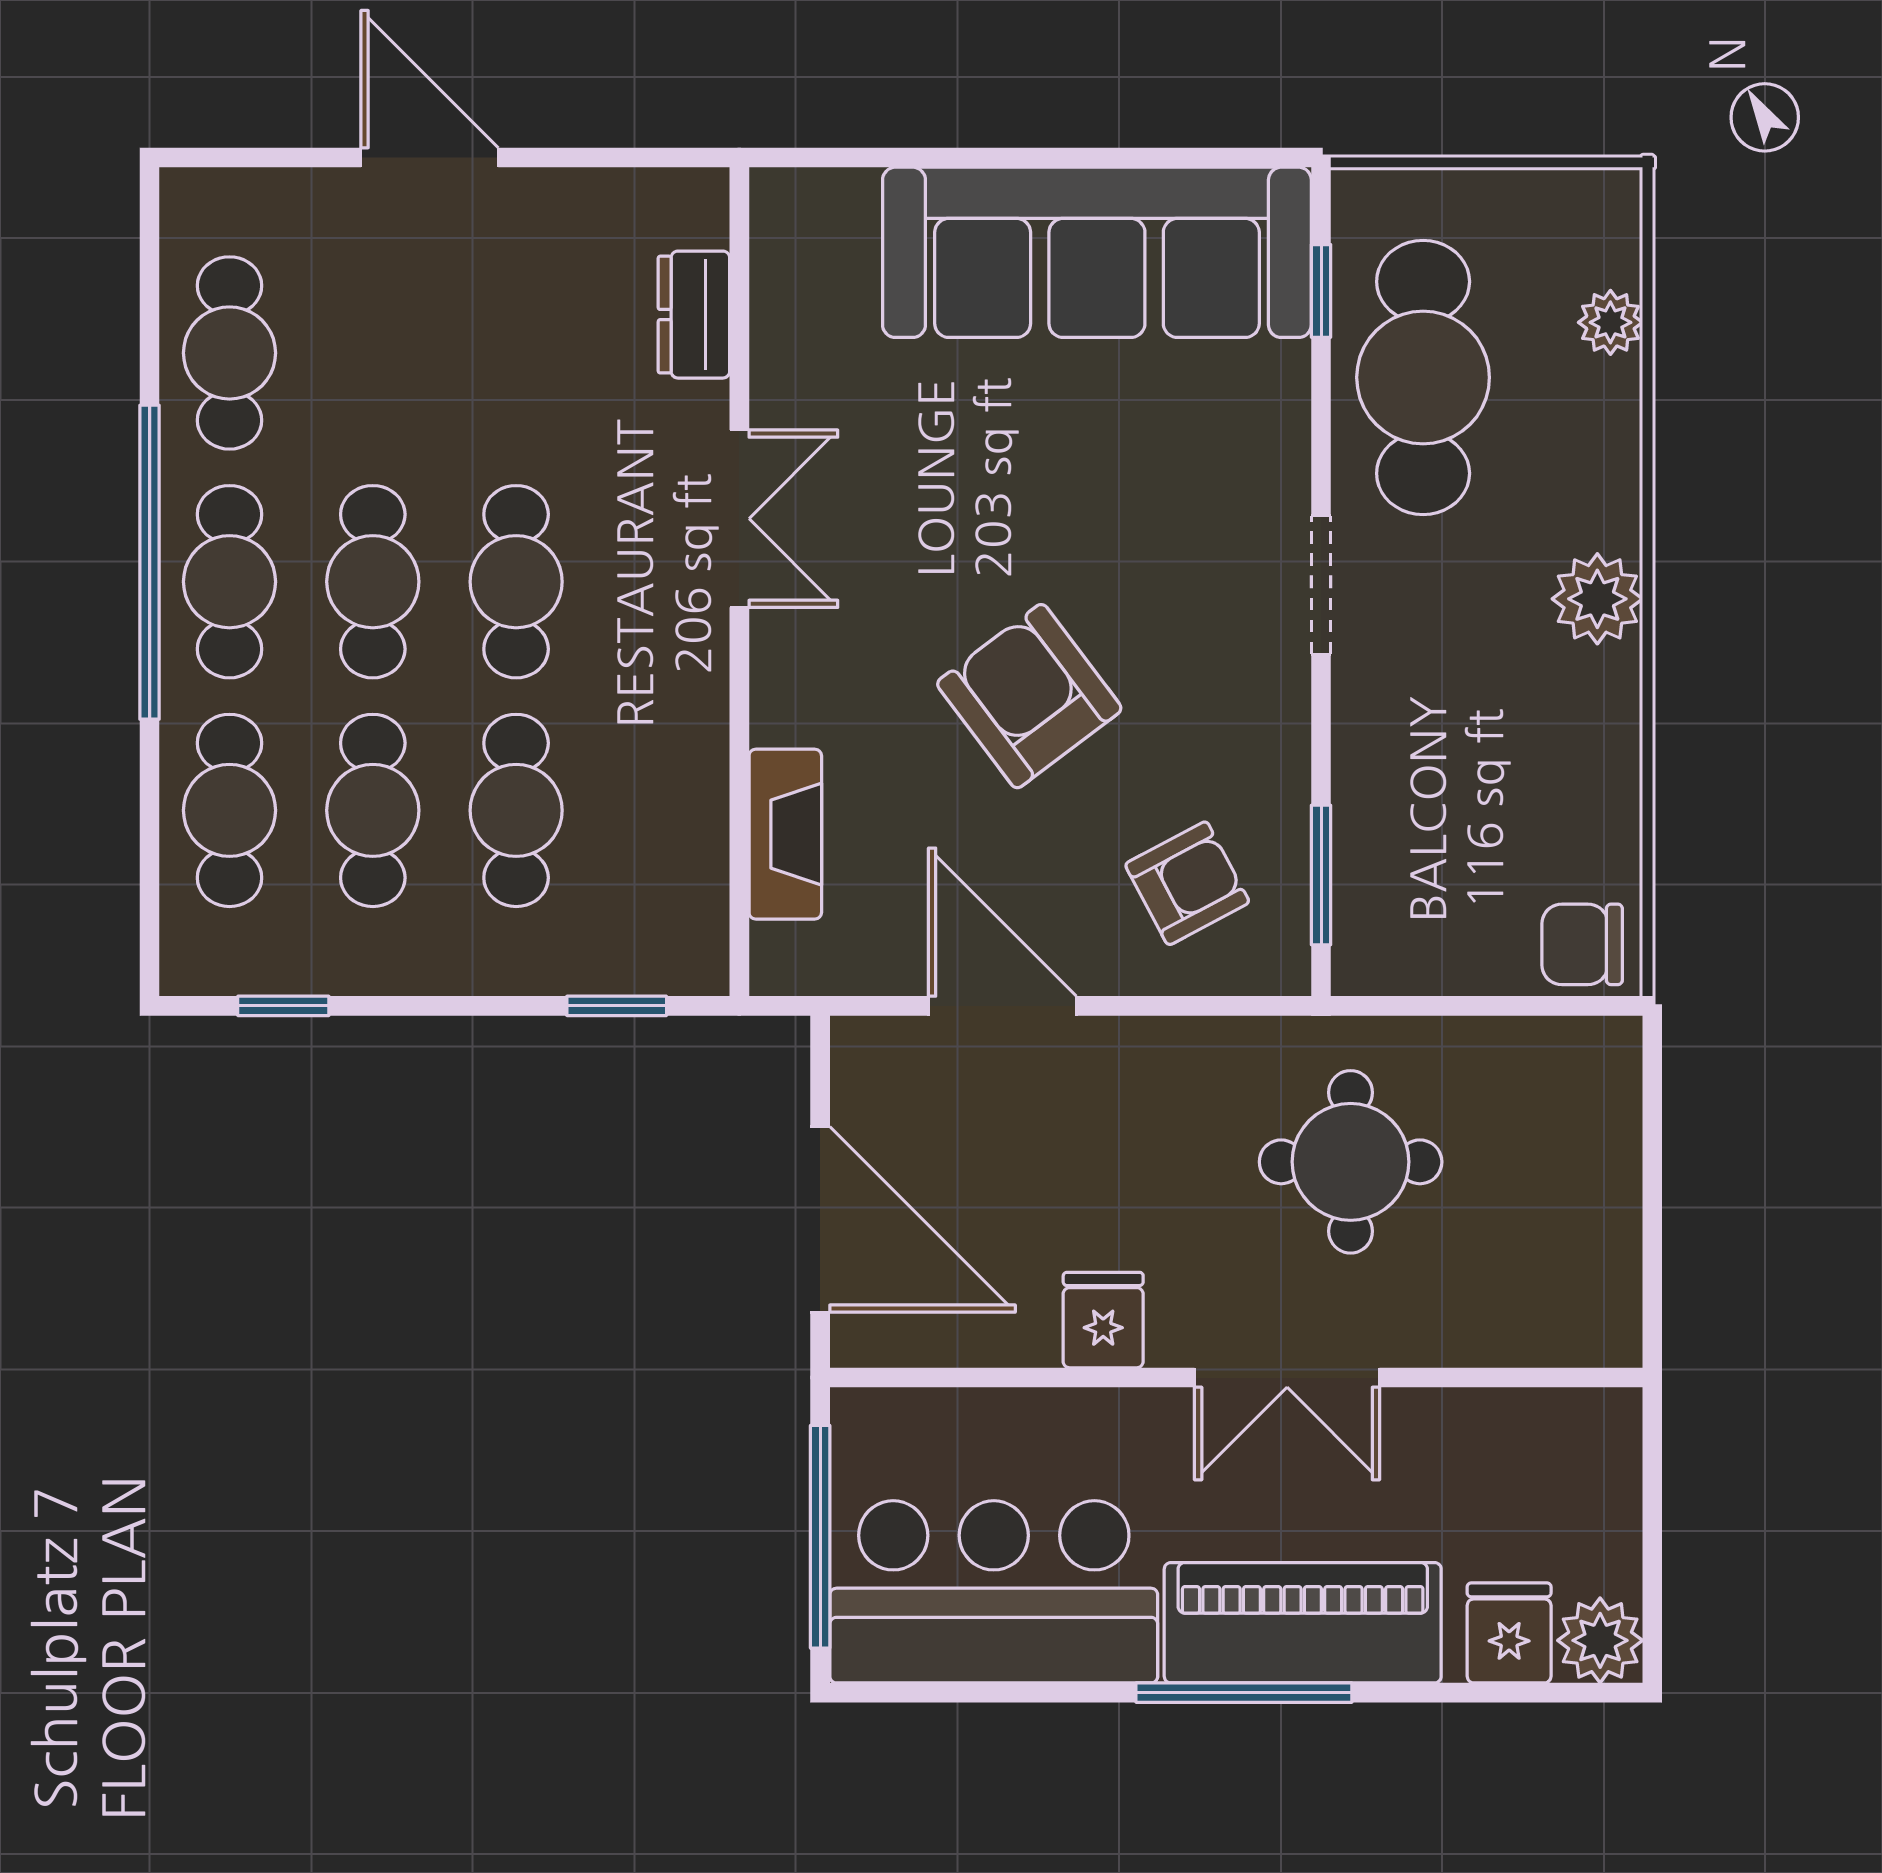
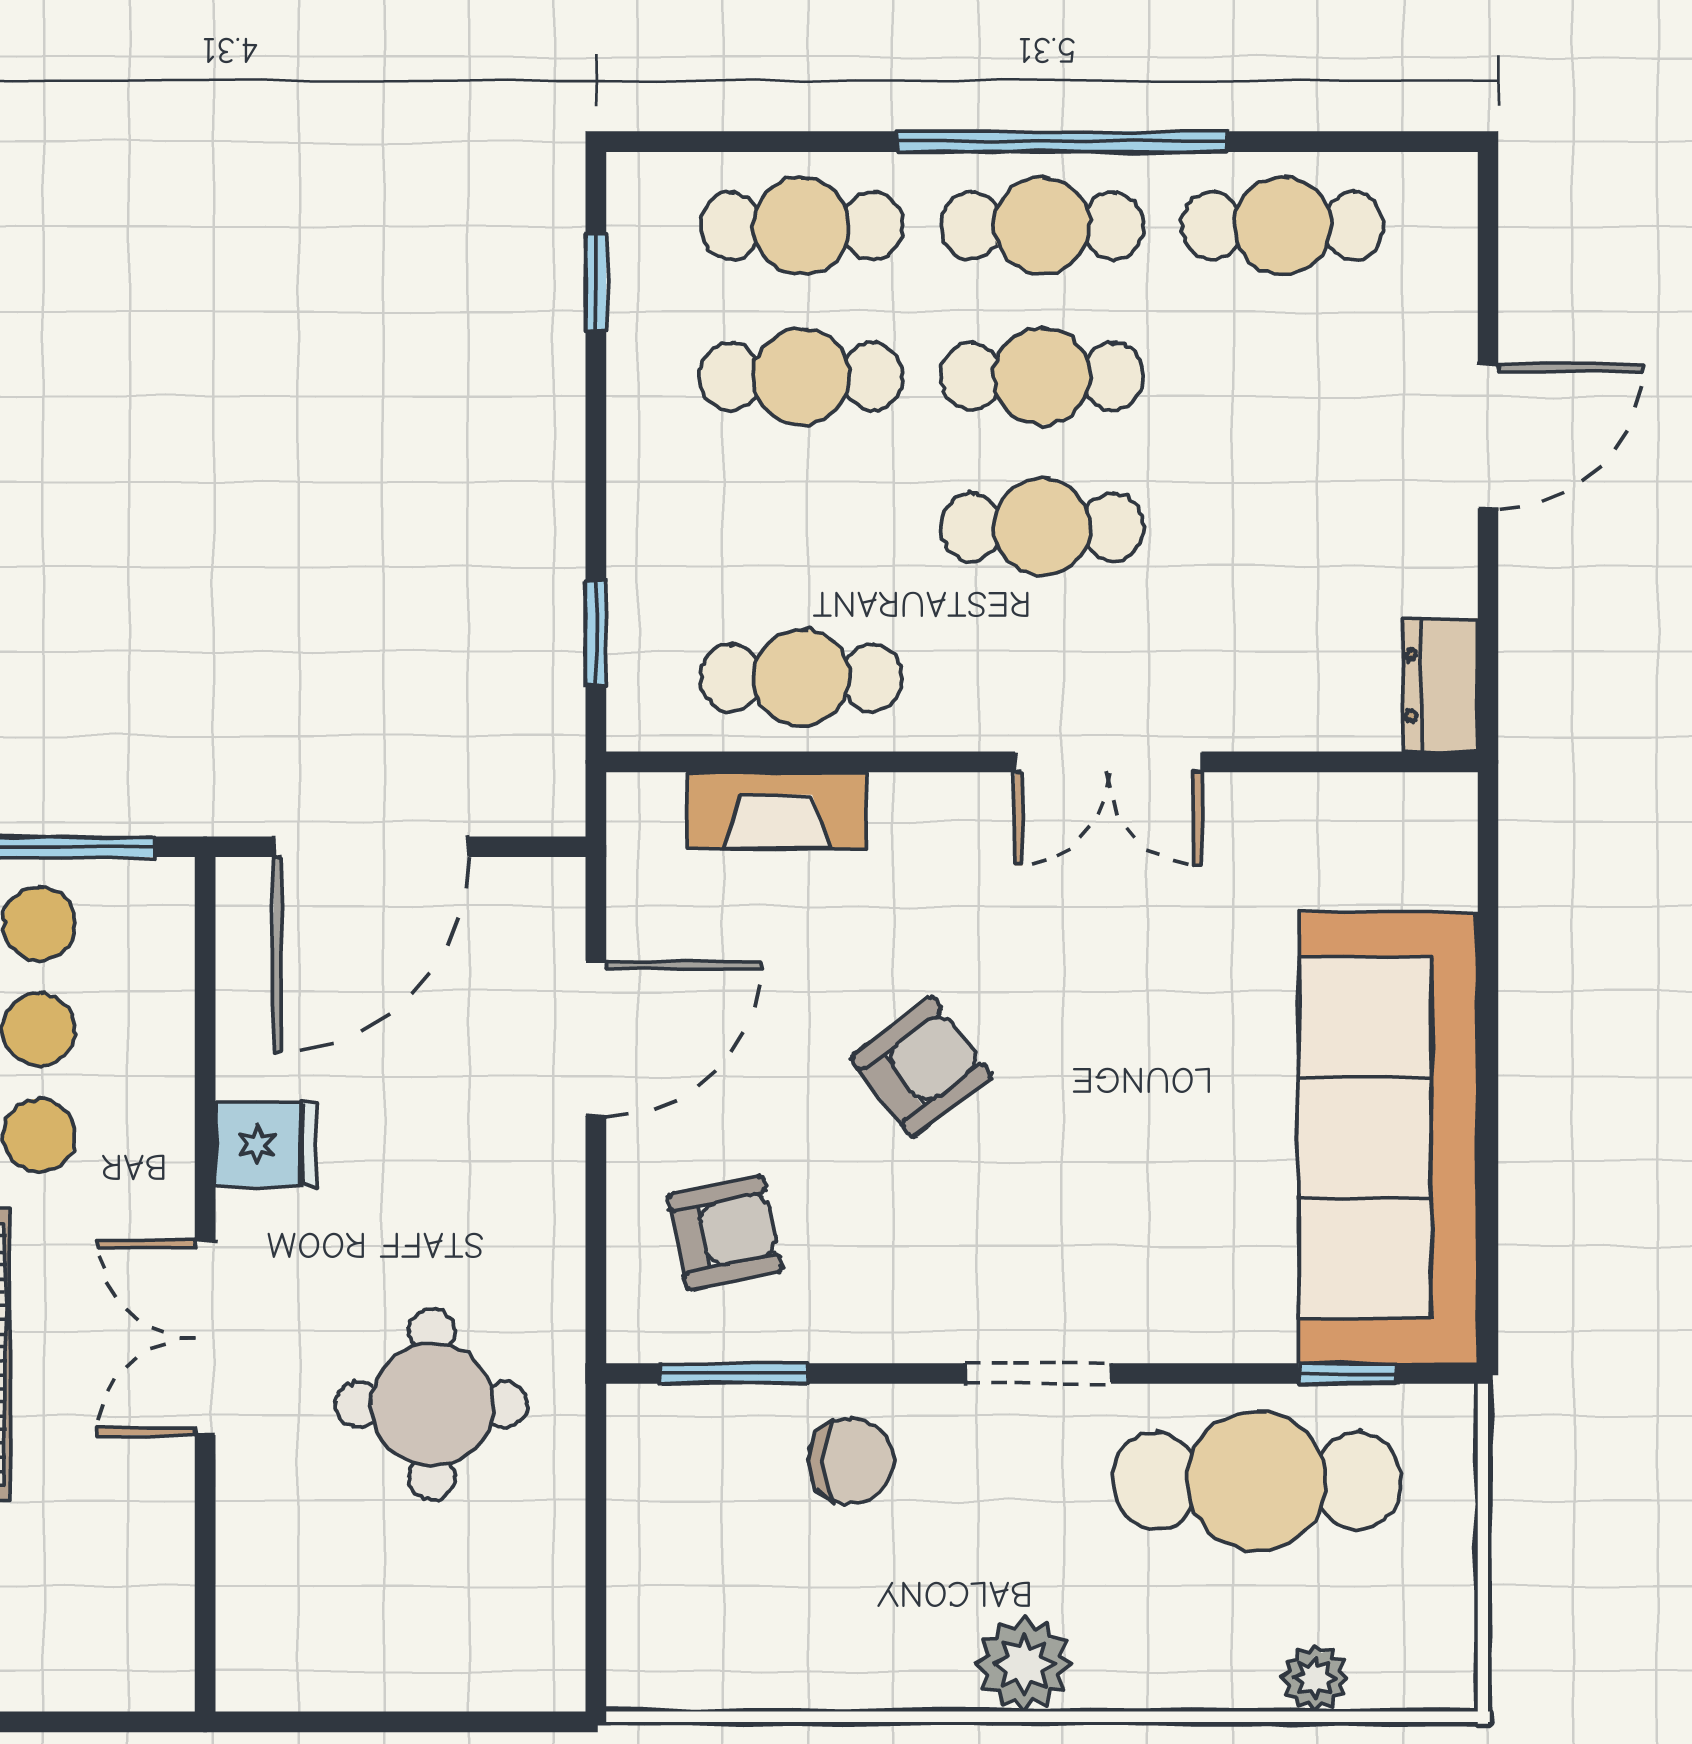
dresser: (694, 315) -> (1440, 685), moved, turned -90
armchair: (1029, 696) -> (922, 1067), width x0.72, depth x0.72
cafe table: (516, 810) -> (801, 678), moved
armchair: (1187, 883) -> (725, 1233), turned -74
chair: (1582, 944) -> (851, 1461), moved, turned 90

